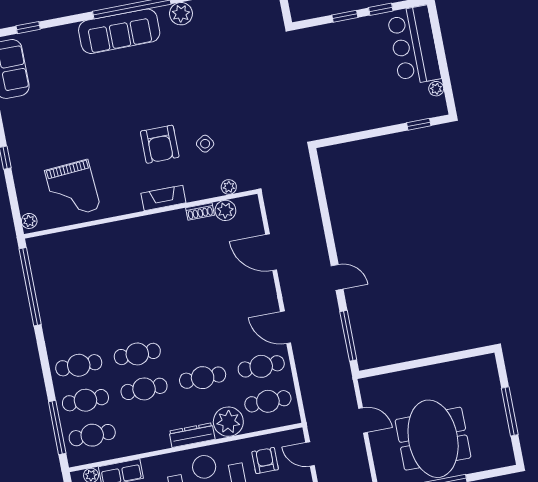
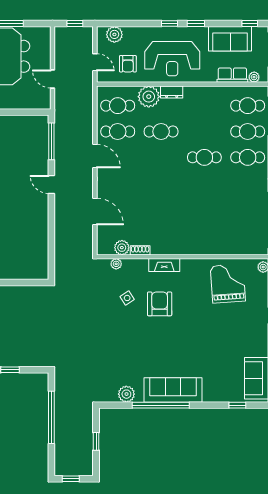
cafe table: (144, 389) -> (204, 132), removed
dresser: (192, 435) -> (172, 92), width x0.70

